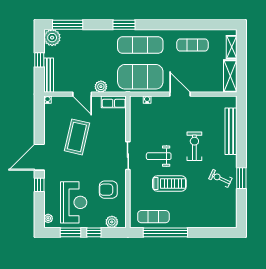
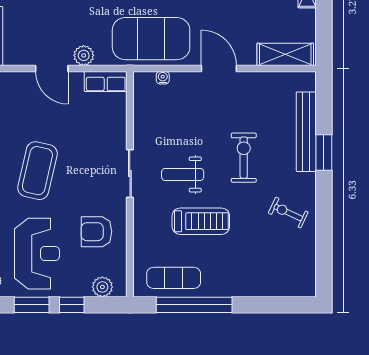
shelving: (230, 76) -> (285, 54), moved, turned 90
coffee table: (77, 137) -> (37, 171), moved
window: (241, 178) -> (324, 152), moved

